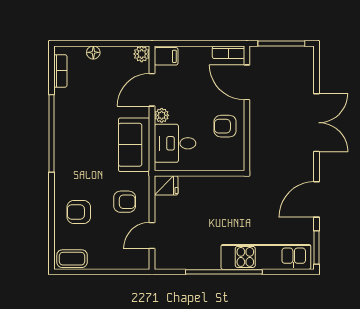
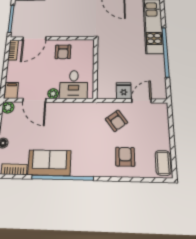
sofa: (134, 145) -> (49, 163), moved, turned 180
fridge: (166, 185) -> (124, 91), moved
armchair: (125, 202) -> (116, 121), turned 144
armchair: (79, 212) -> (125, 157), turned 180
door: (152, 235) -> (141, 101), swing flipped

